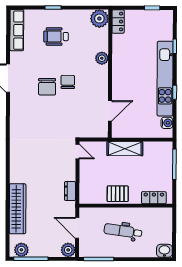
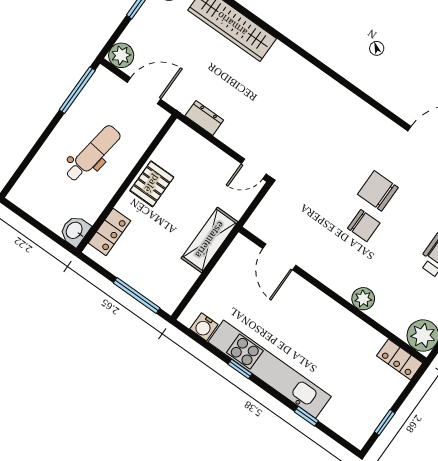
washbasin: (164, 251) -> (75, 231), moved, turned 180

